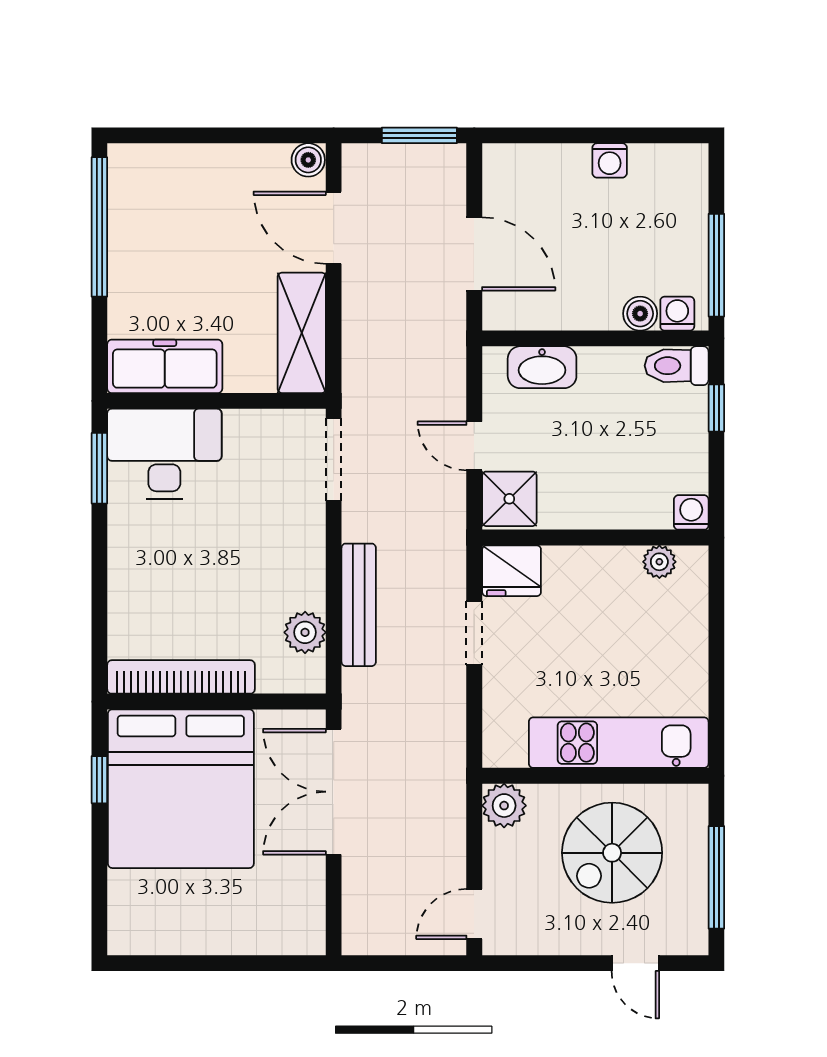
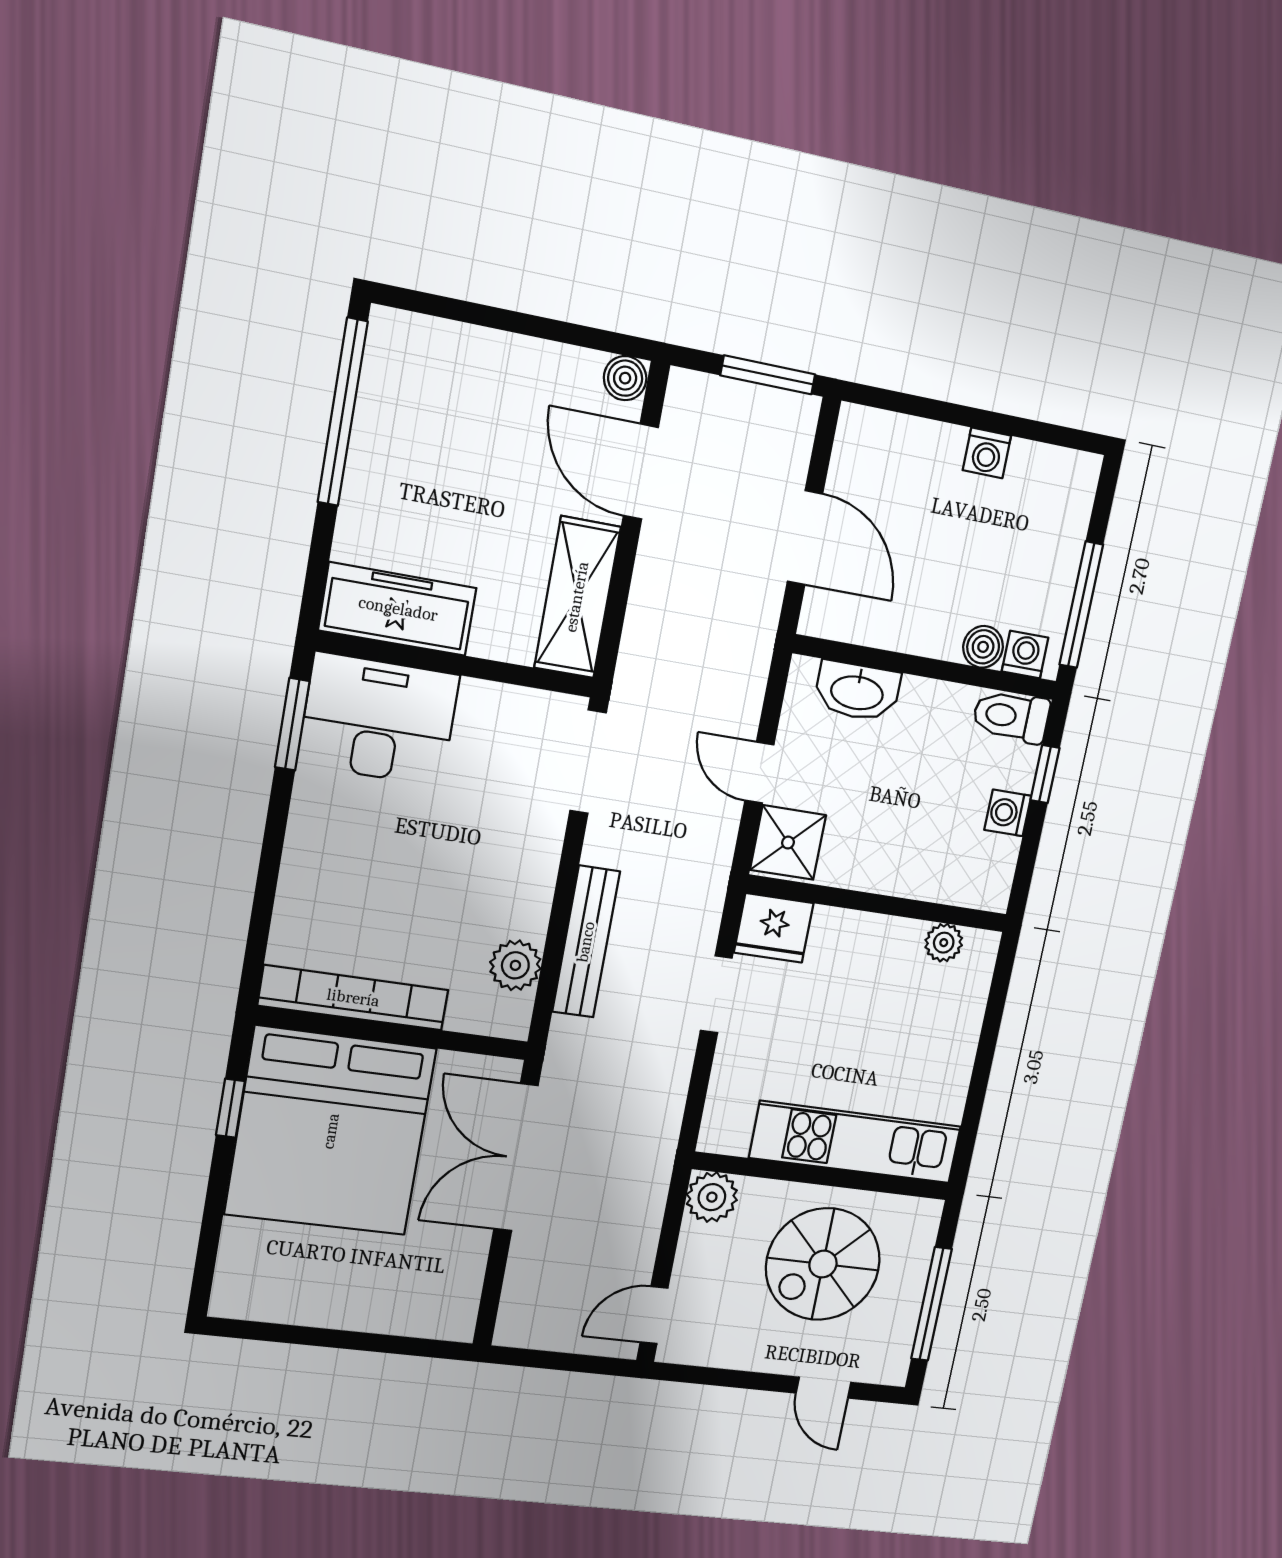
washing machine: (691, 512) -> (1008, 813), moved, turned -90

